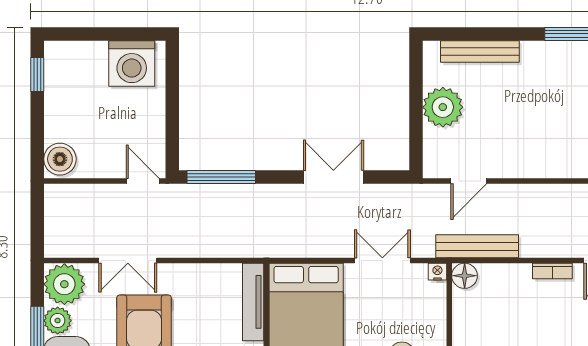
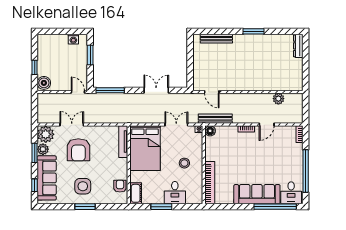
washing machine: (132, 63) -> (73, 39), width x0.53, depth x0.53
window: (37, 75) -> (35, 67), moved
window: (172, 91) -> (90, 55), added
plant: (443, 107) -> (201, 62), removed
door: (469, 181) -> (212, 92), hinge flipped
double door: (128, 260) -> (72, 125), swing flipped

